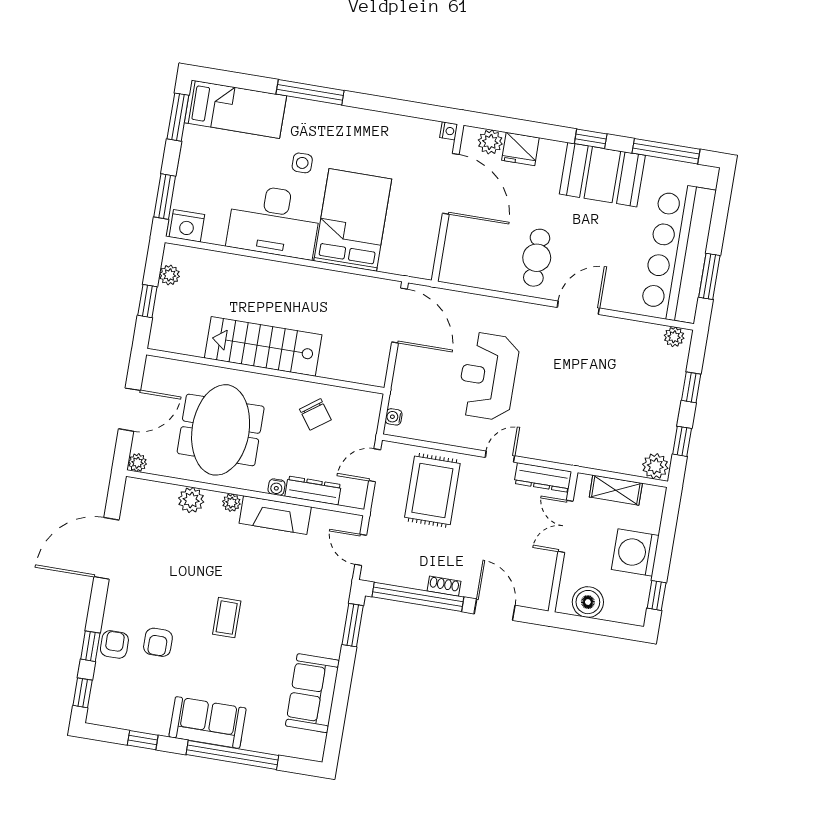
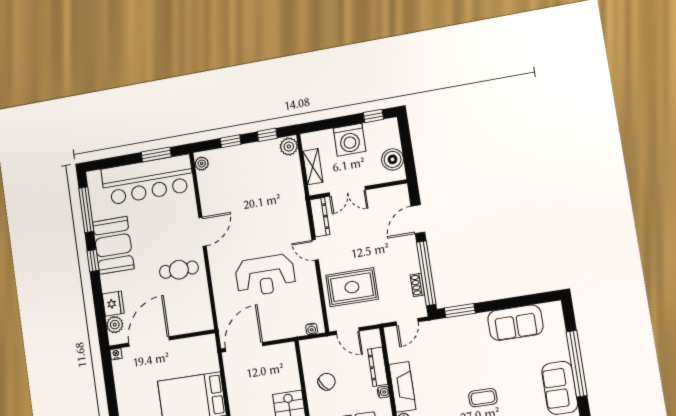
door: (578, 308) -> (202, 232), swing flipped
shoe rack: (444, 586) -> (417, 285), moved

